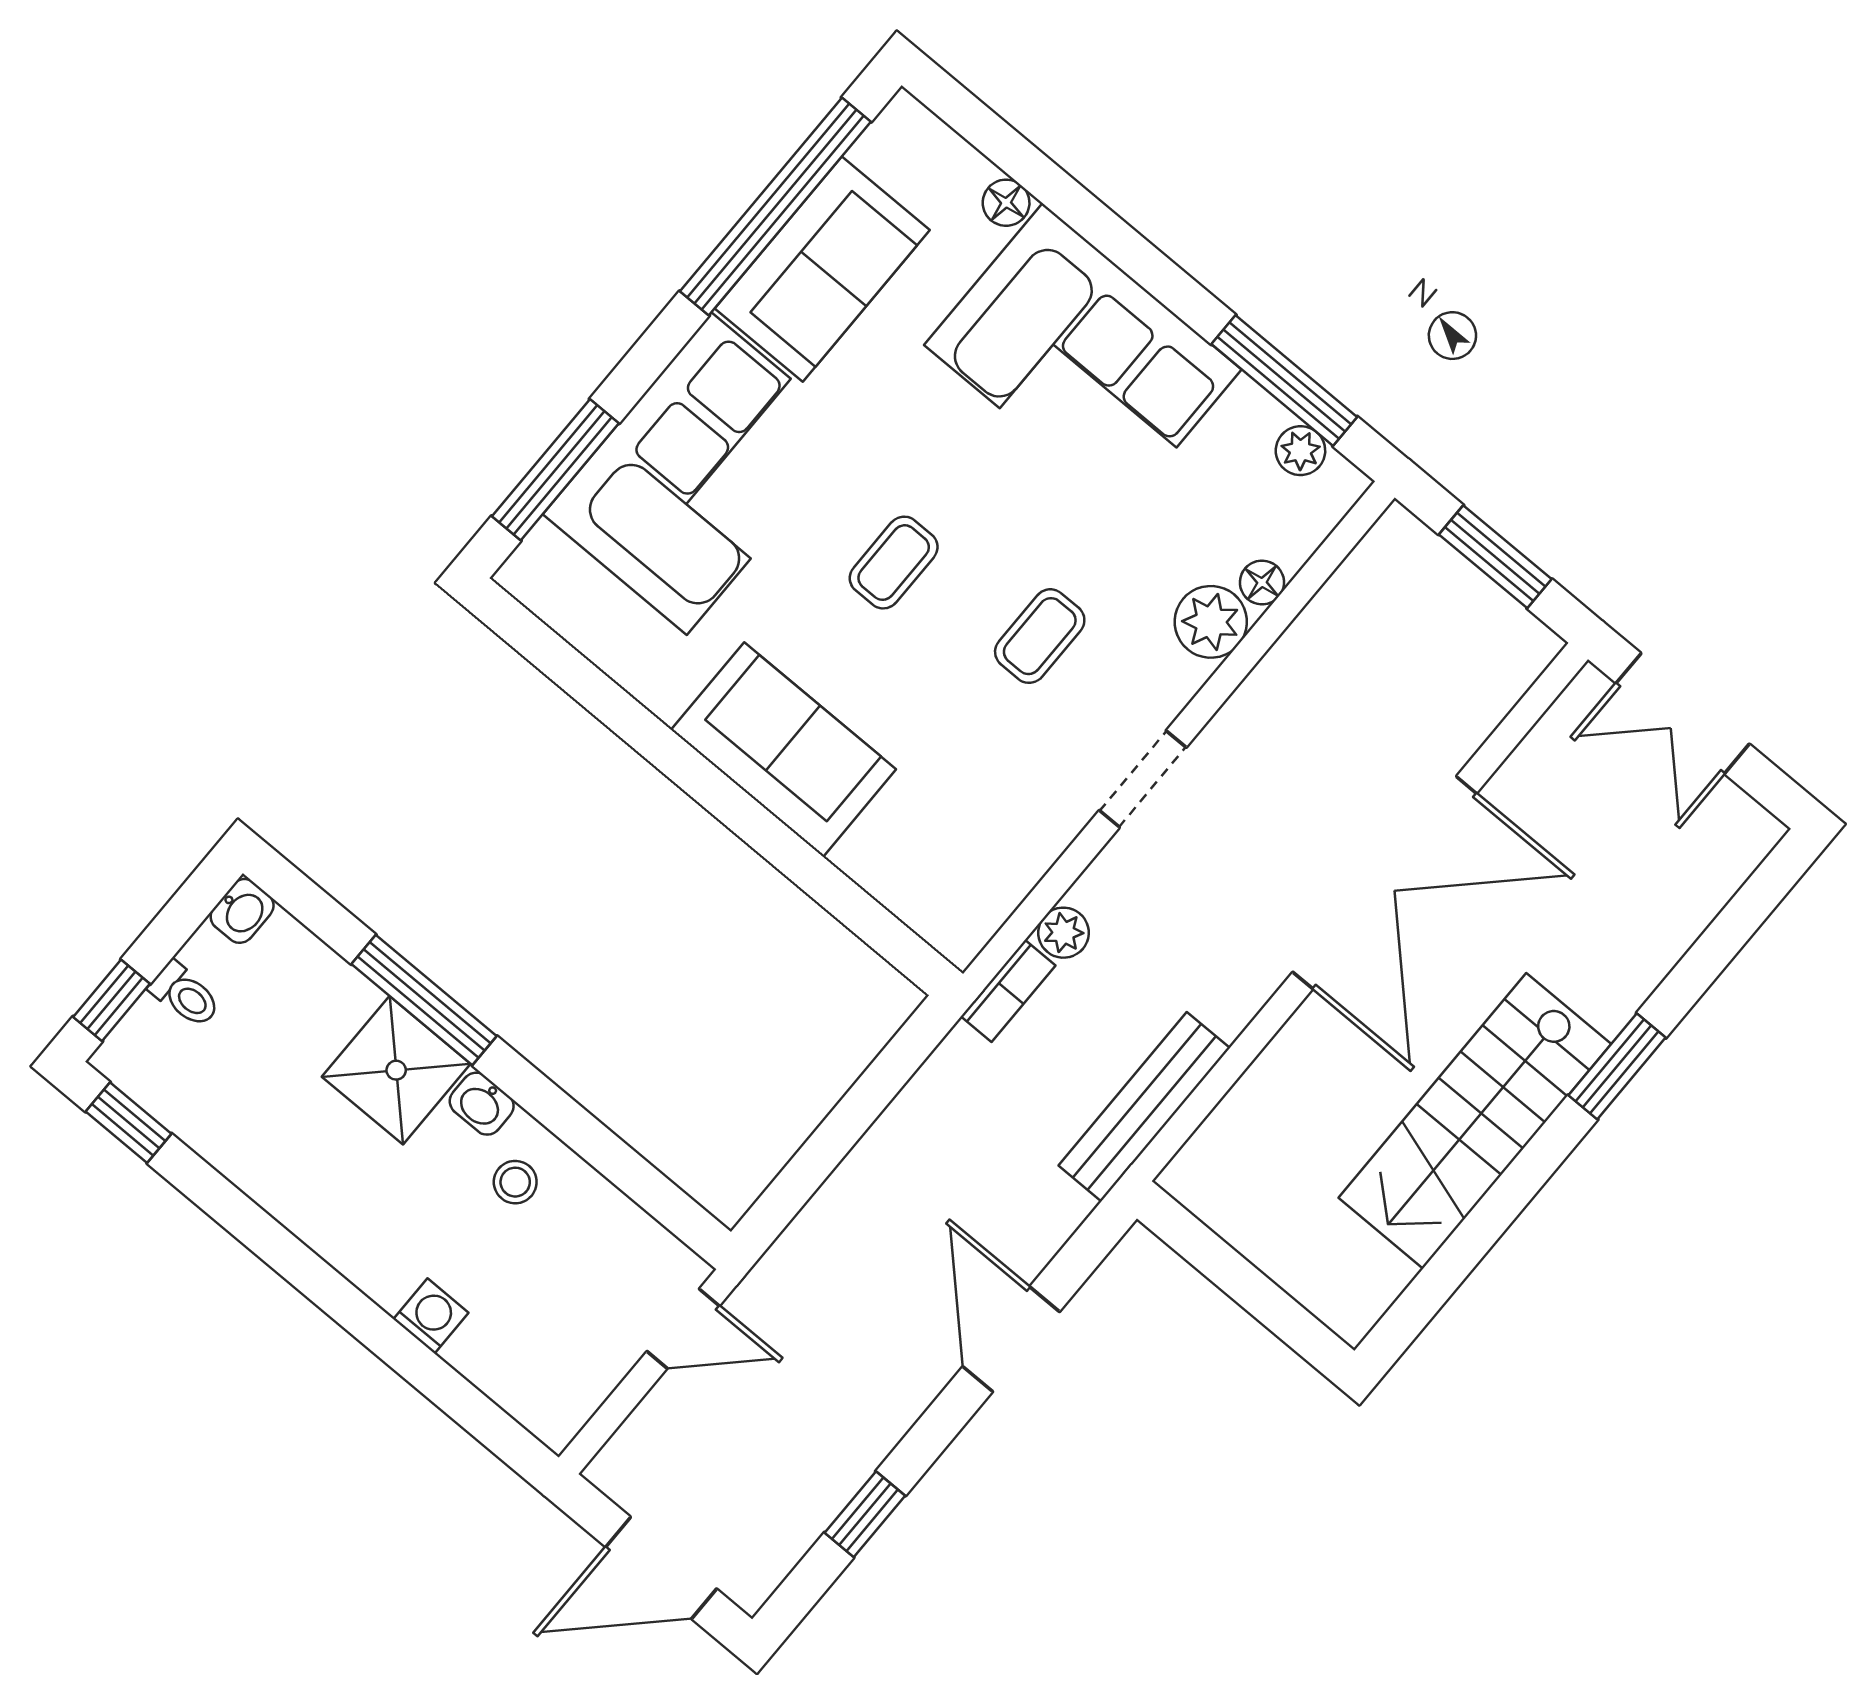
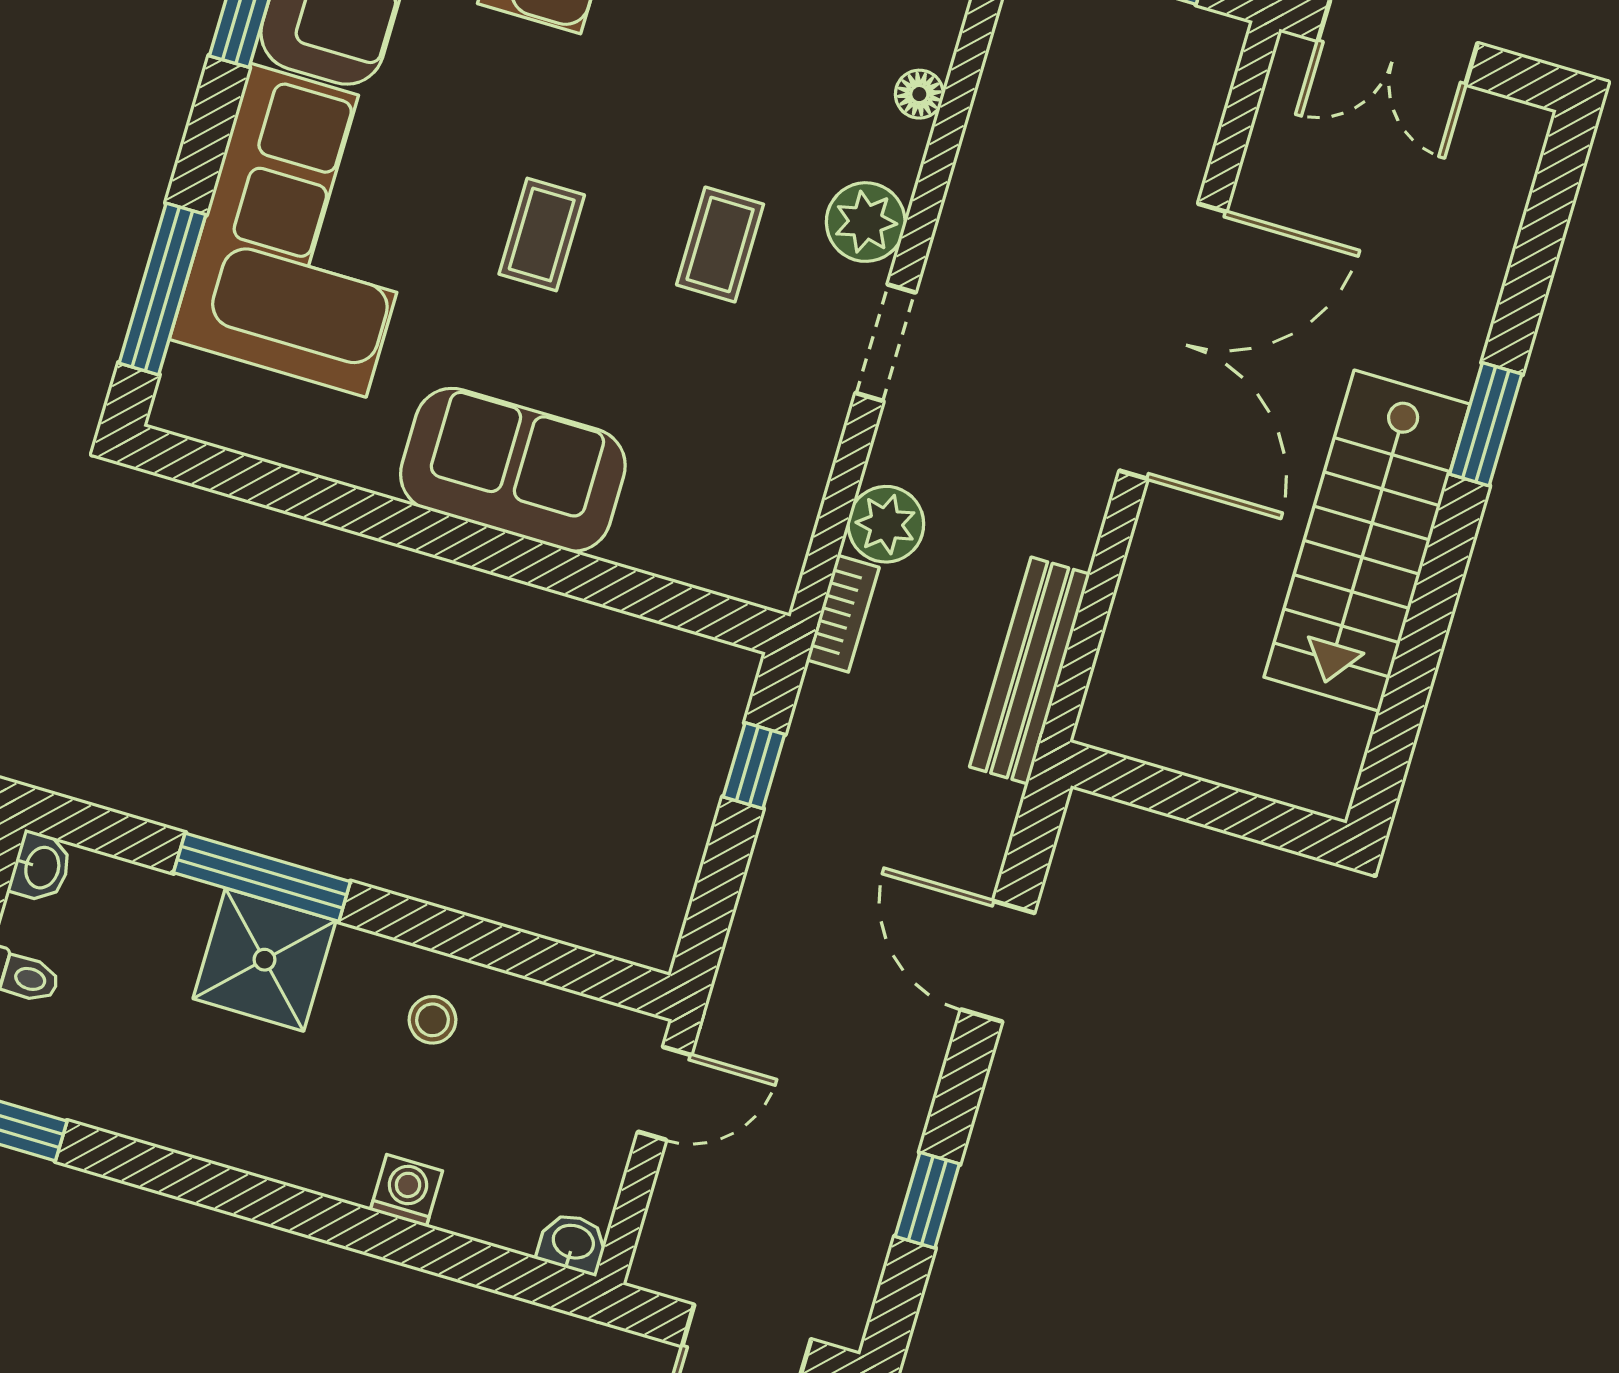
plant: (1211, 622) -> (866, 222), moved
plant: (1064, 933) -> (886, 524), width x1.38, depth x1.38
window: (878, 1086) -> (754, 766), added
washbasin: (482, 1104) -> (573, 1243), moved, turned 180

